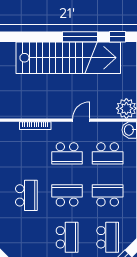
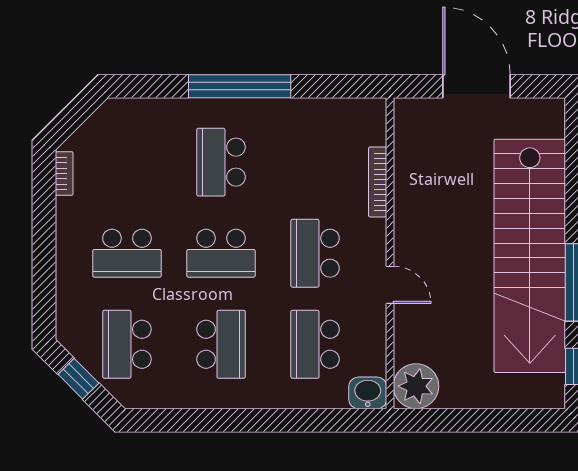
school desk: (26, 195) -> (221, 162), turned 90
school desk: (67, 195) -> (221, 253), turned 90
school desk: (108, 237) -> (127, 344), turned 90

